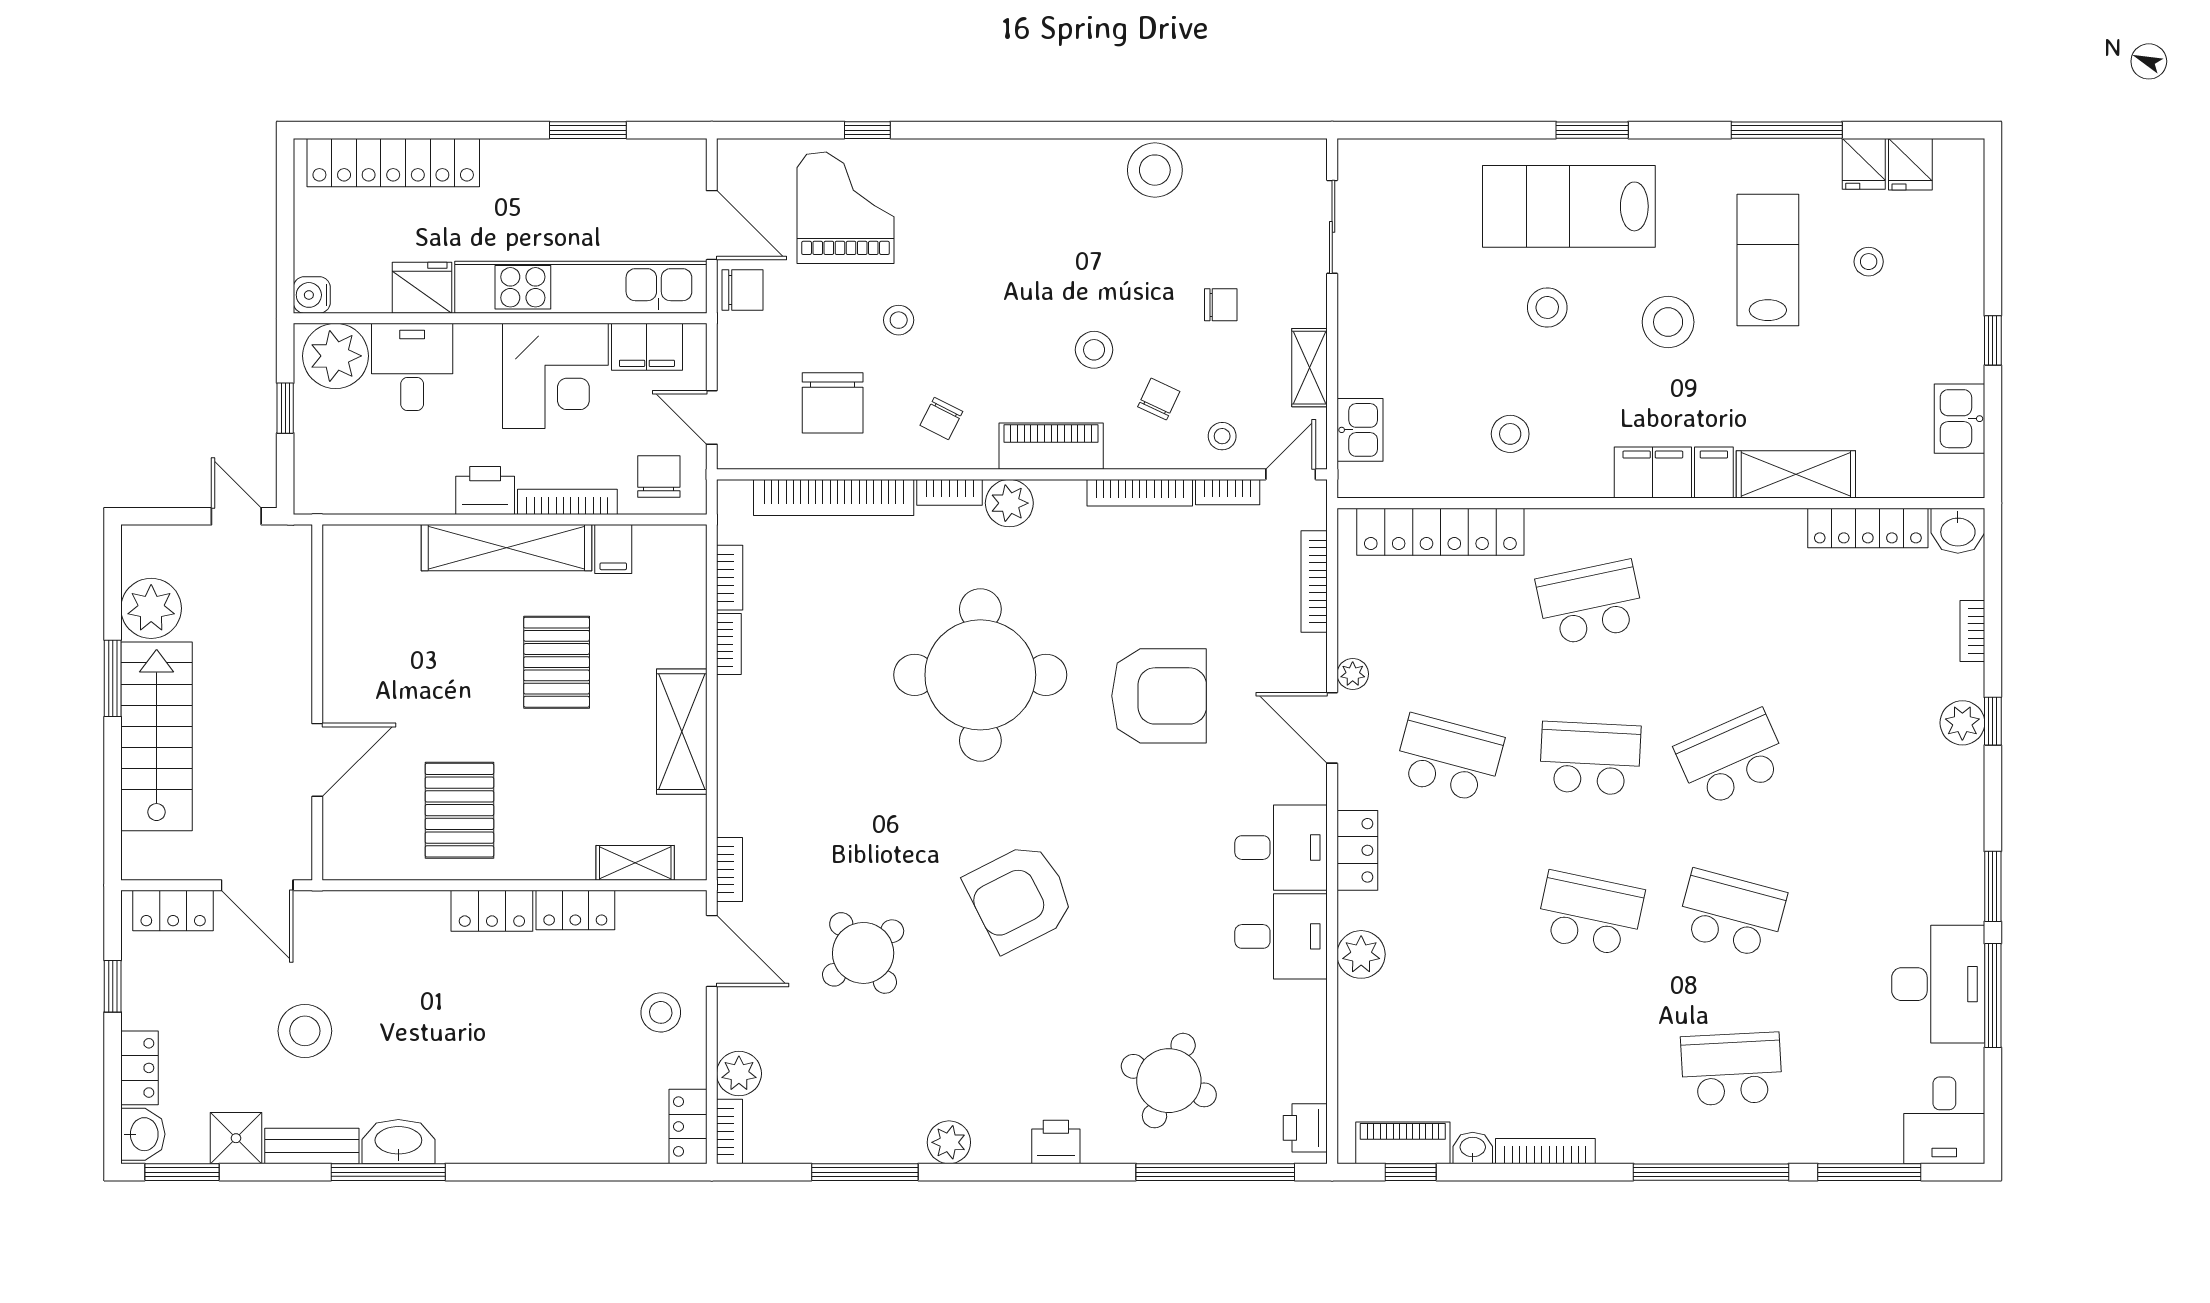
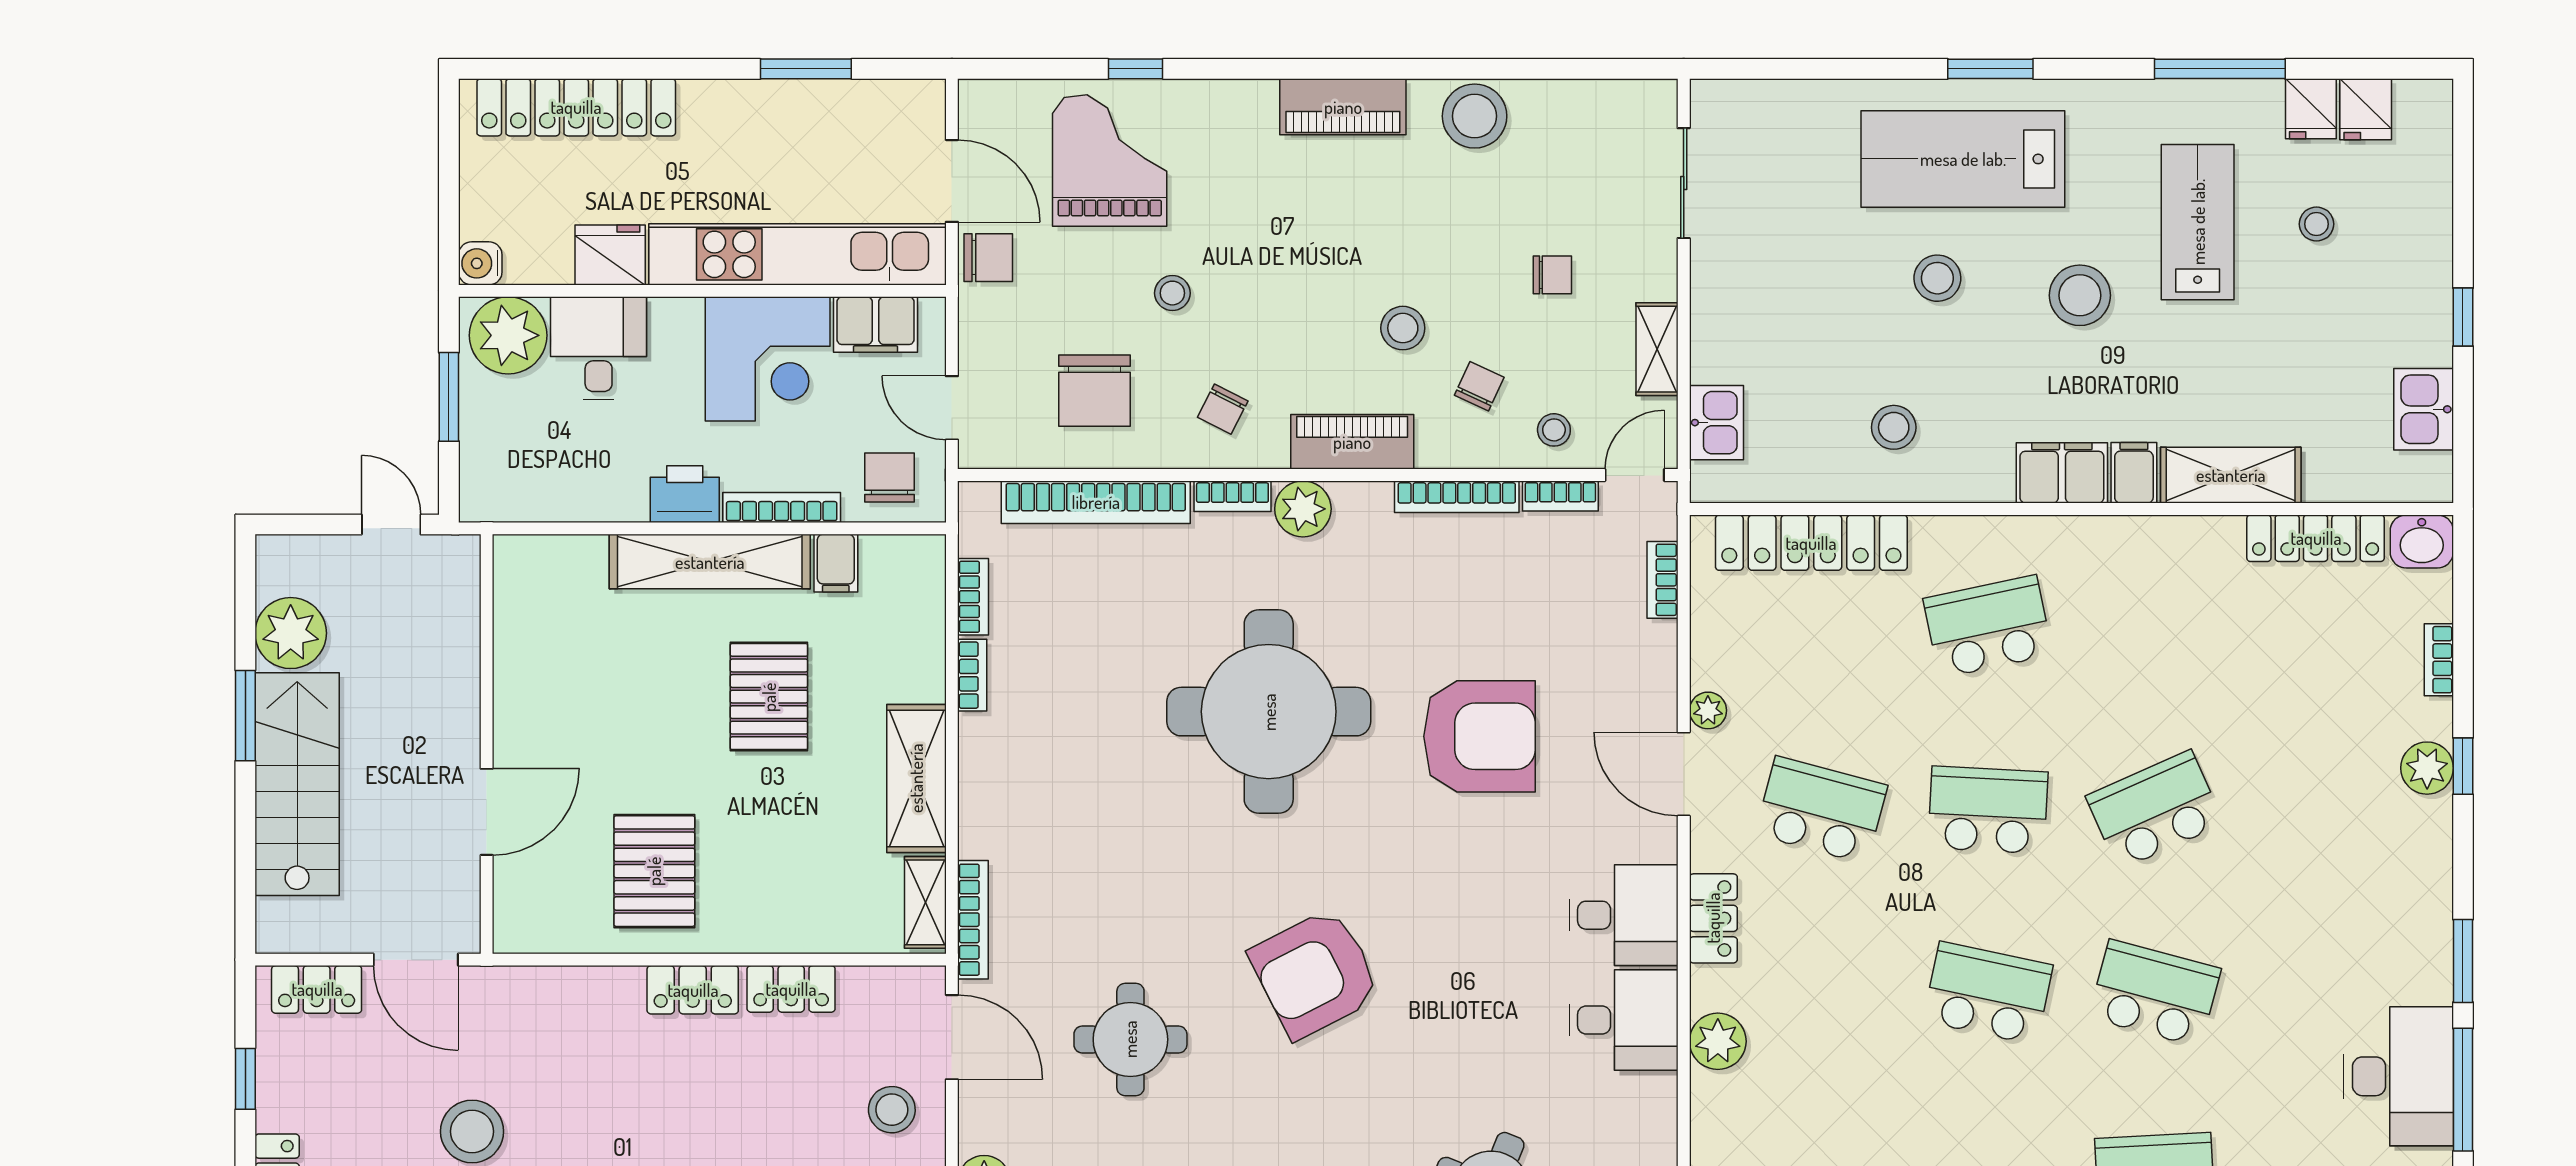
piano: (1043, 162) -> (1343, 107), added
window: (285, 408) -> (449, 397), width x1.50
bookcase: (1314, 582) -> (1662, 580), width x0.64
shelving: (635, 863) -> (925, 902), moved, turned 90
bookcase: (730, 869) -> (973, 920), width x1.56
round table: (863, 953) -> (1130, 1039), turned 37

